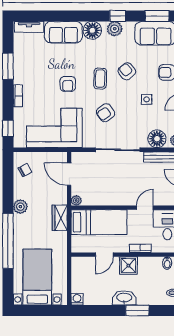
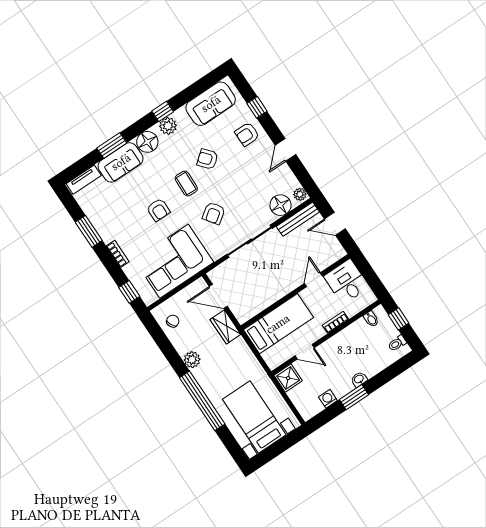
window: (157, 16) -> (112, 146), moved
side table: (147, 99) -> (245, 174), removed
plant: (76, 200) -> (242, 317), removed
wardrobe: (60, 218) -> (225, 327), moved
door: (104, 255) -> (305, 352), hinge flipped
shower: (128, 266) -> (288, 378), moved
washbasin: (124, 298) -> (359, 379), width x0.52, depth x0.69
washing machine: (77, 299) -> (328, 399), moved
window: (137, 310) -> (354, 397), moved

